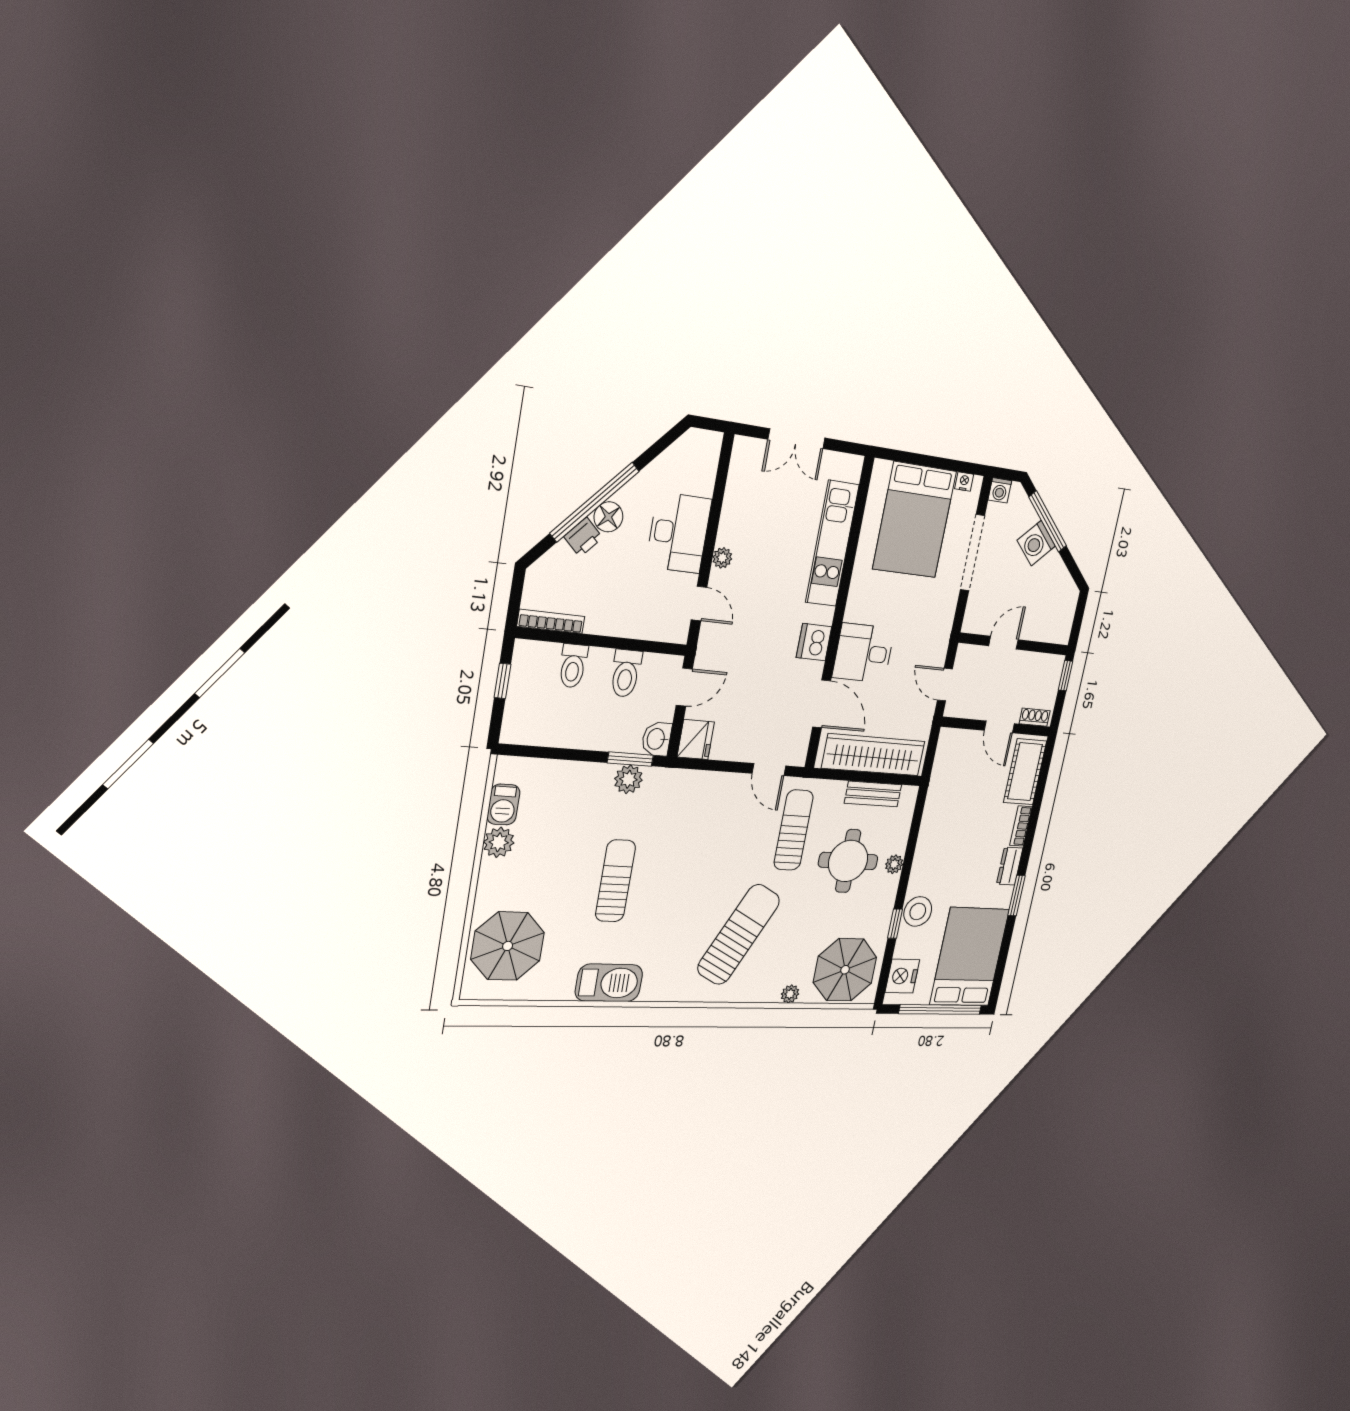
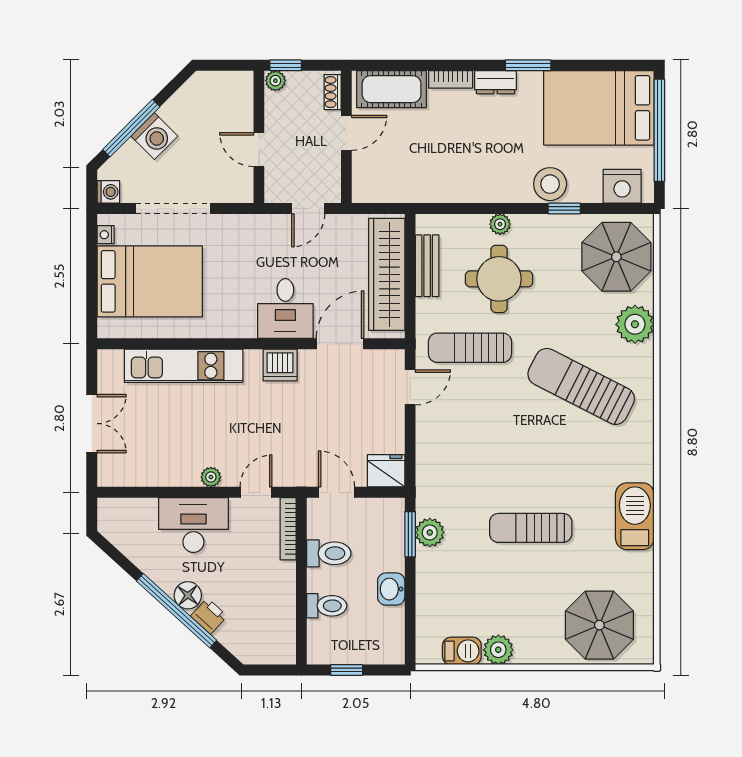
bookcase: (551, 621) -> (288, 529), moved
plant: (1055, 665) -> (275, 81), added
washbasin: (656, 739) -> (391, 589), moved, turned 90
plant: (790, 994) -> (635, 324), width x1.88, depth x1.88

